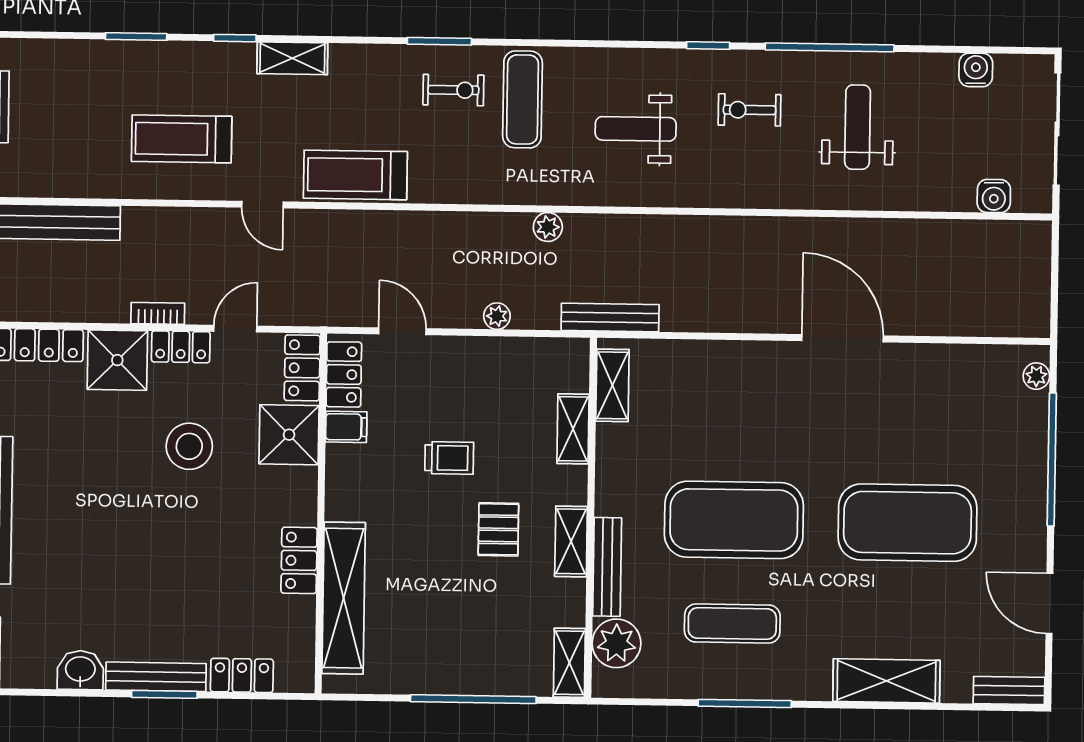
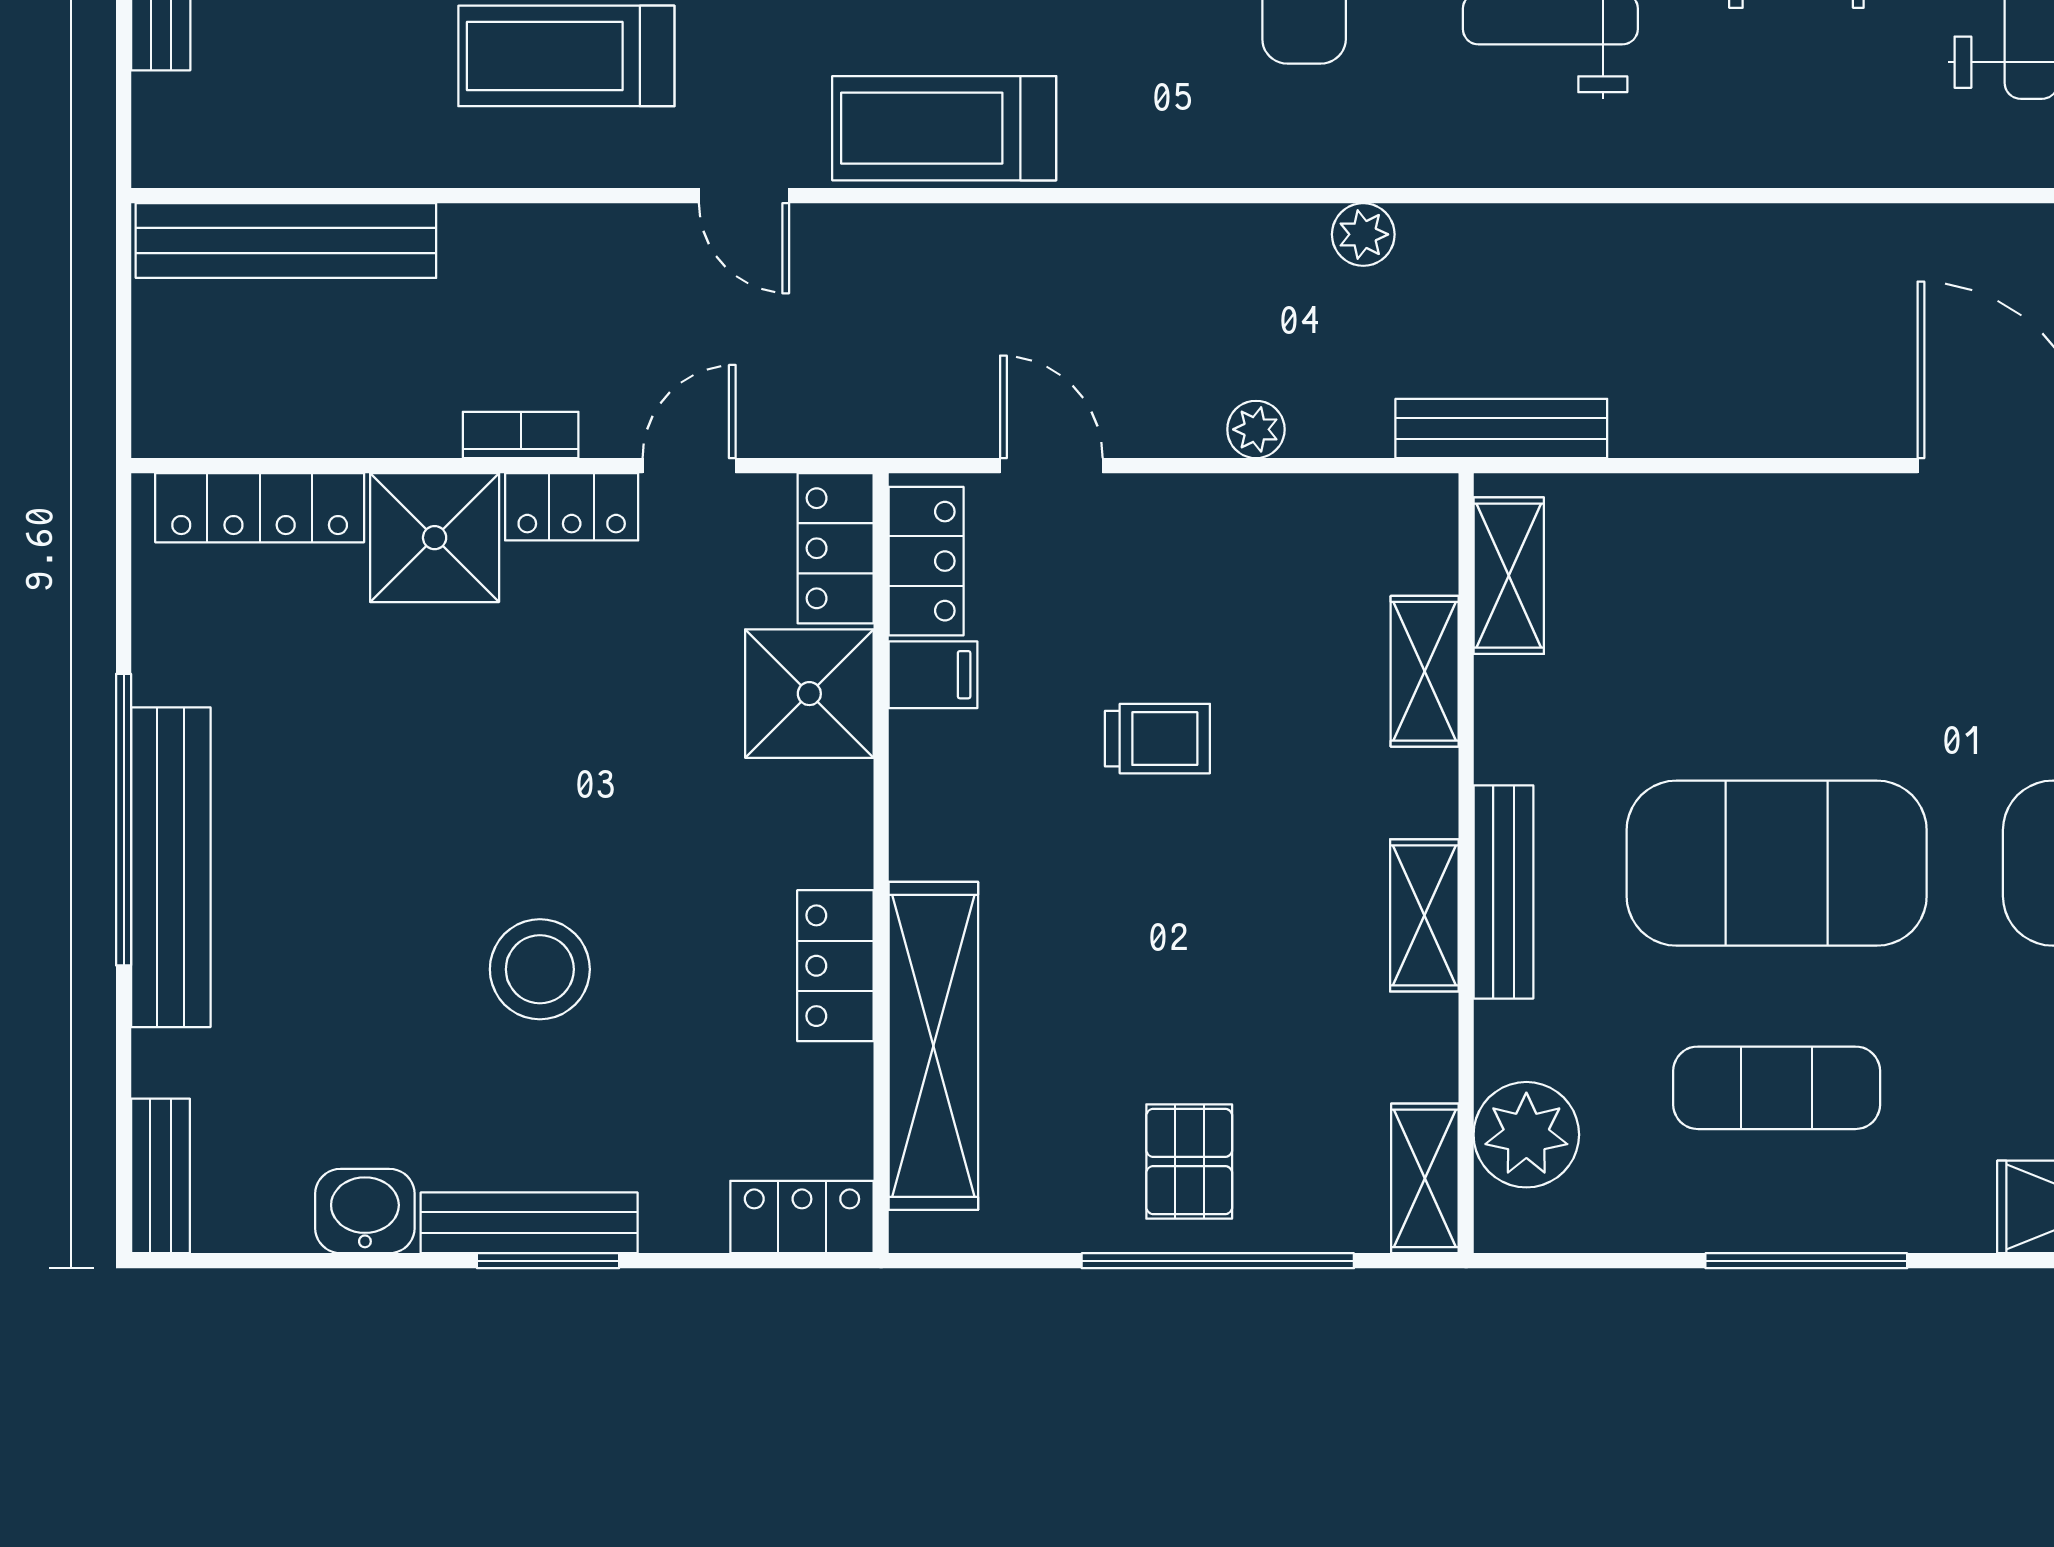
stool: (189, 446) -> (540, 969), moved
pallet: (498, 529) -> (1189, 1161), moved
bench: (607, 567) -> (1503, 892), moved
locker: (242, 675) -> (802, 1217), moved

